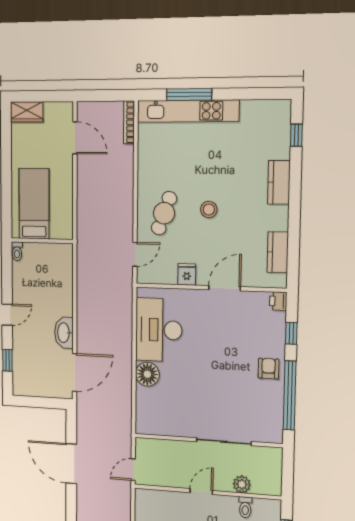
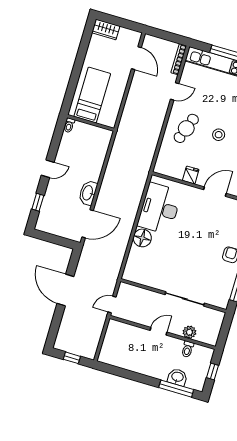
door: (135, 254) -> (175, 91), moved

